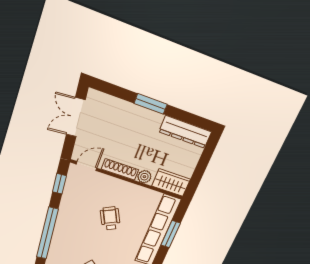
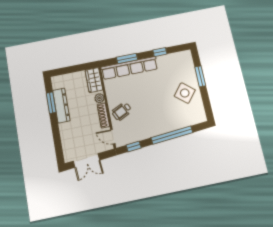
window: (151, 104) -> (51, 103), moved
dresser: (185, 132) -> (61, 106), moved
wheelchair: (110, 218) -> (122, 111), moved

